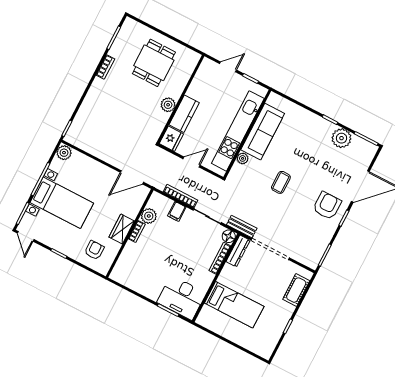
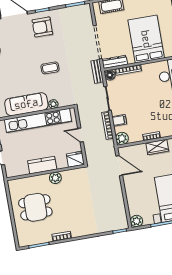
kitchen counter: (184, 114) -> (42, 165), moved
plant: (149, 216) -> (122, 138), moved
bed: (234, 305) -> (146, 39), width x1.50

